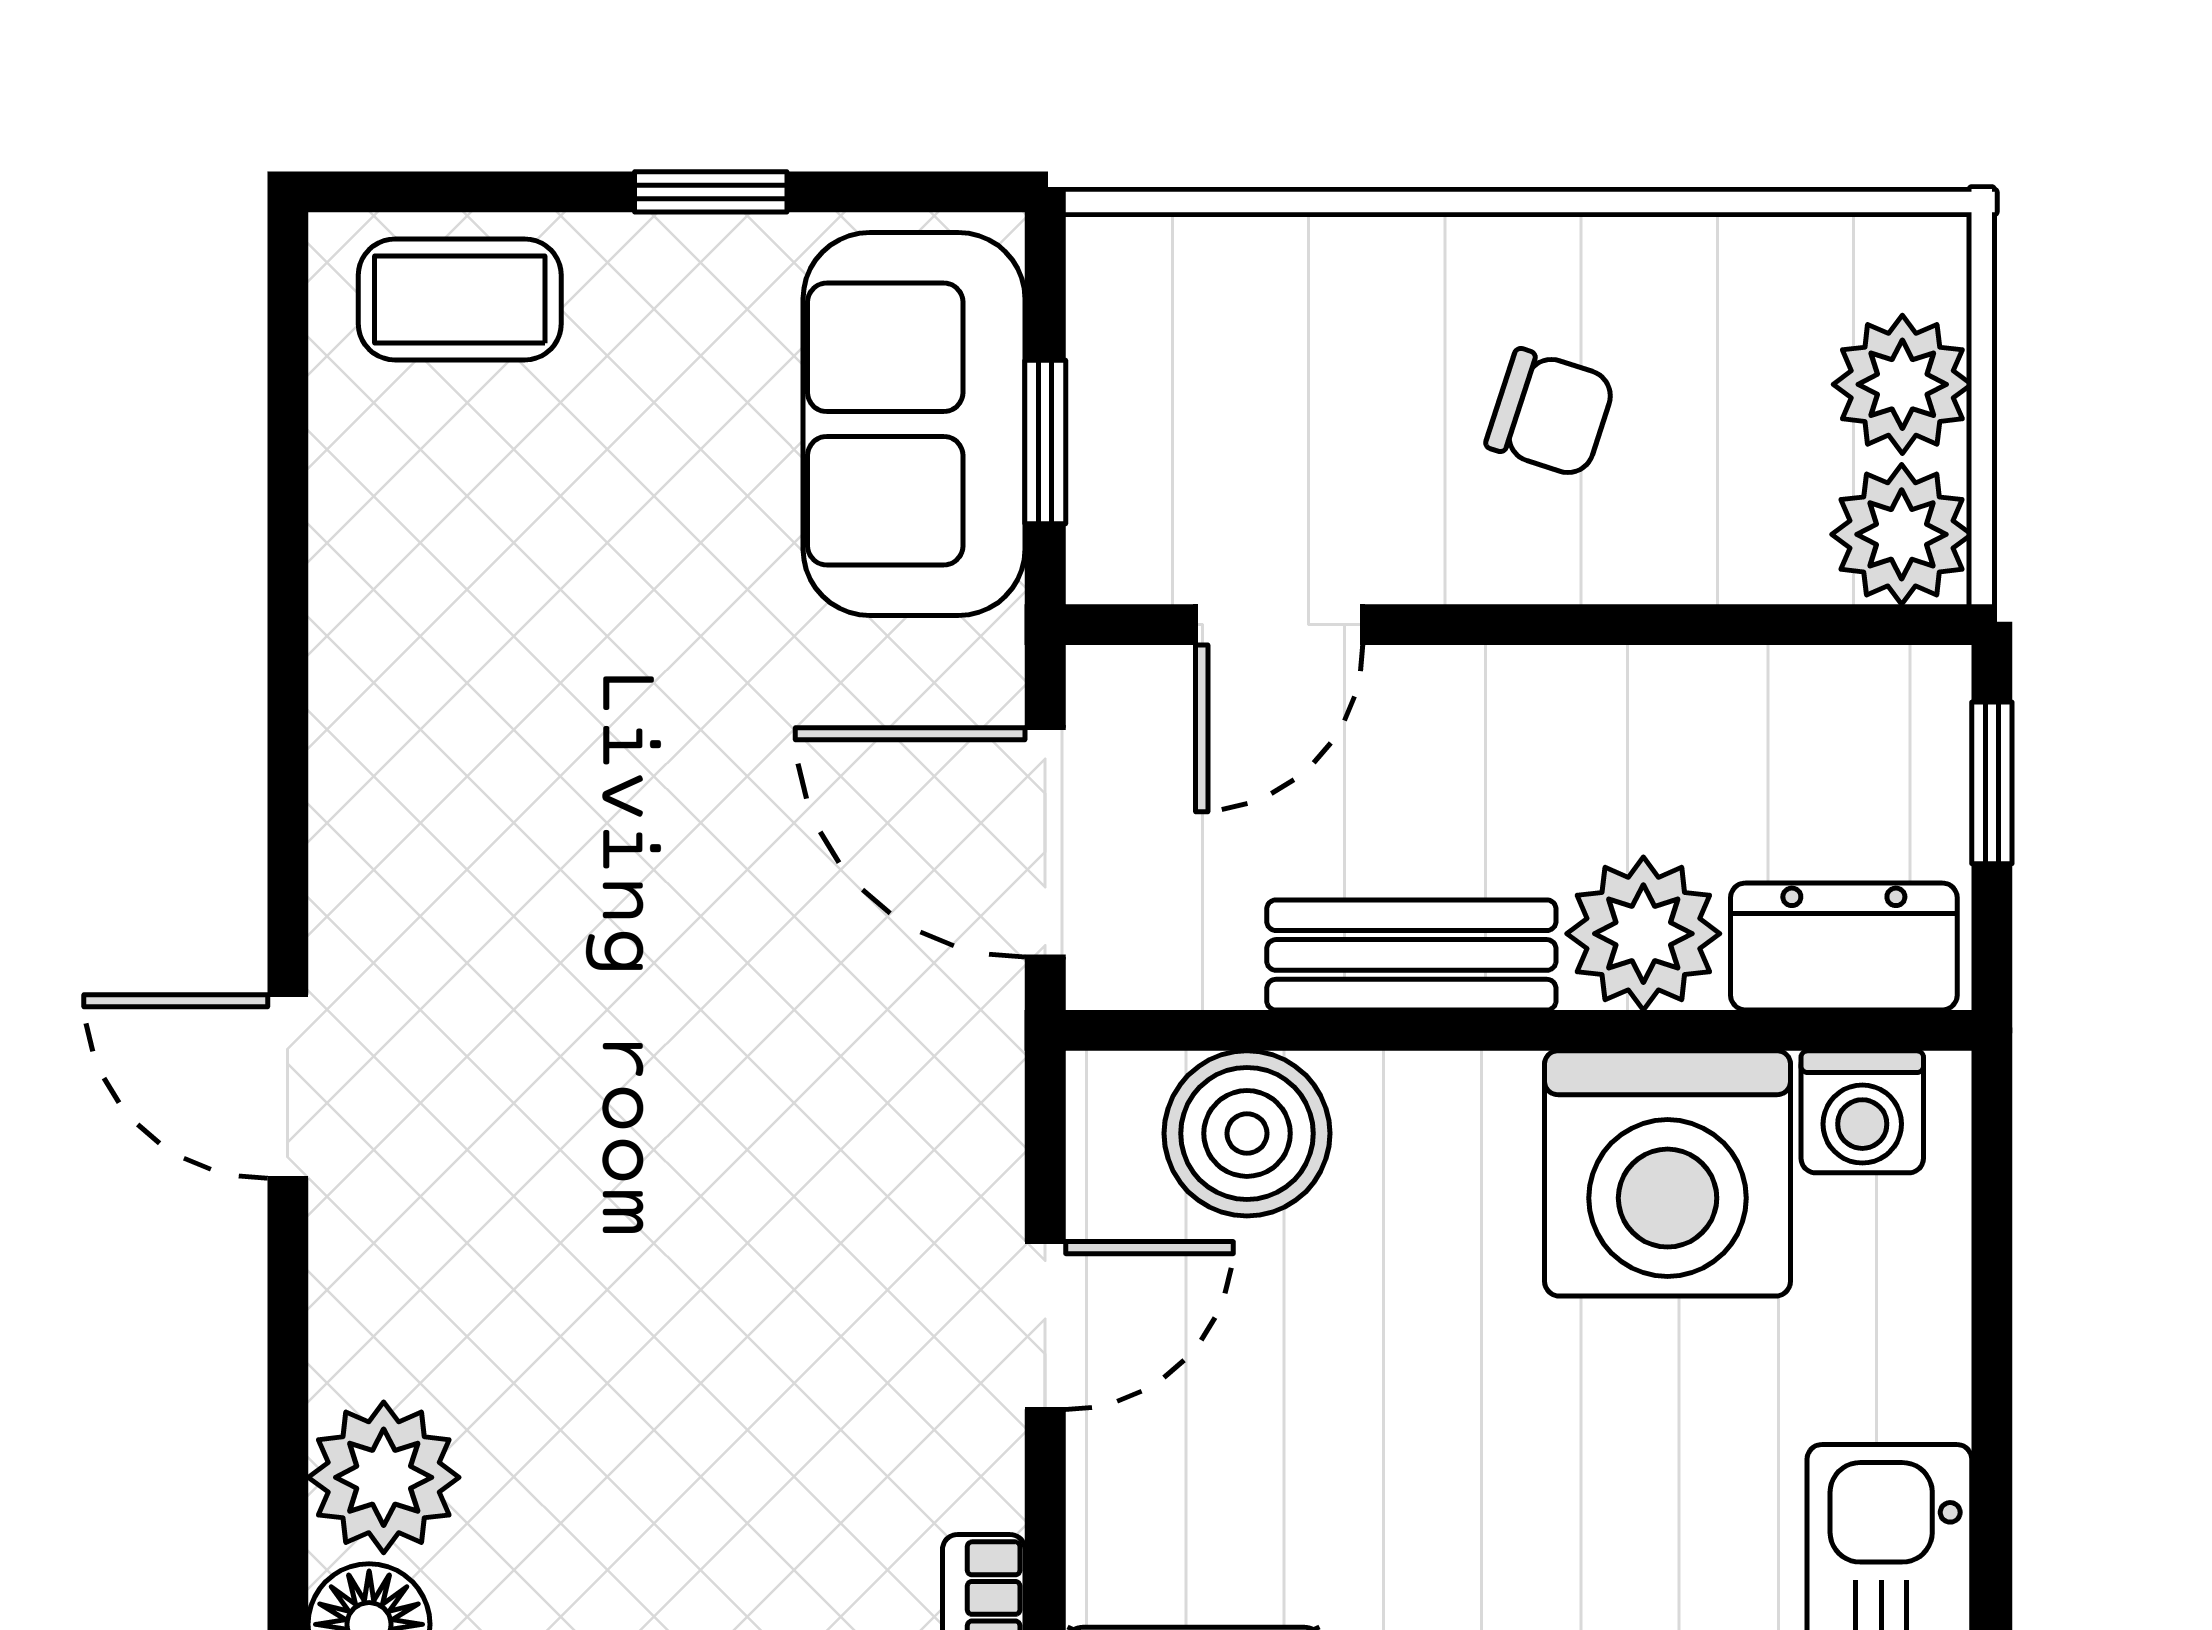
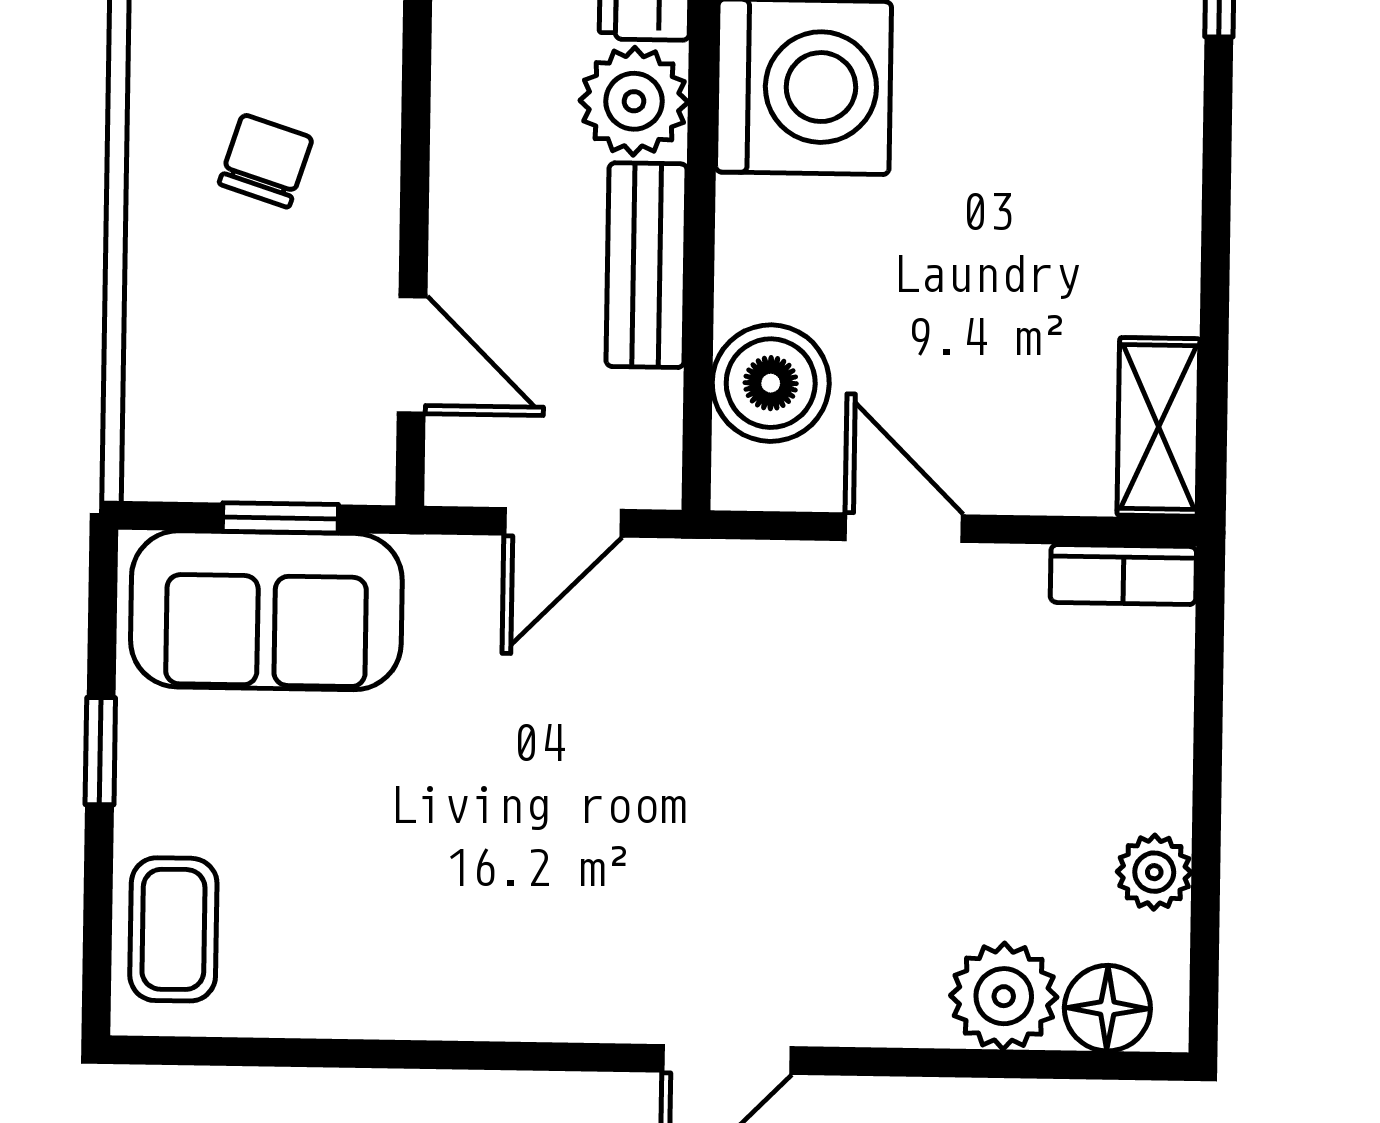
door: (1045, 842) -> (563, 522), width x0.73

